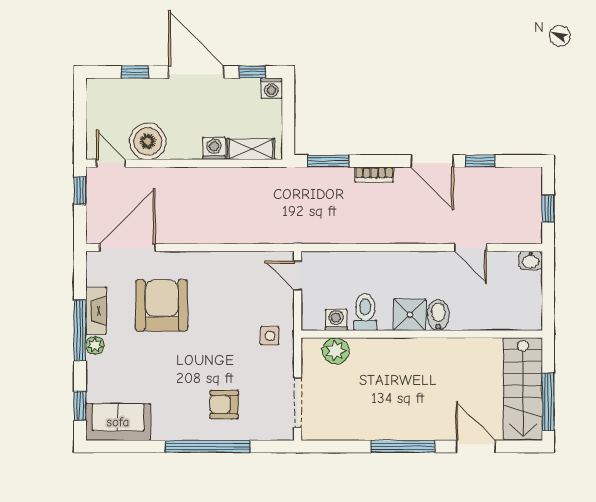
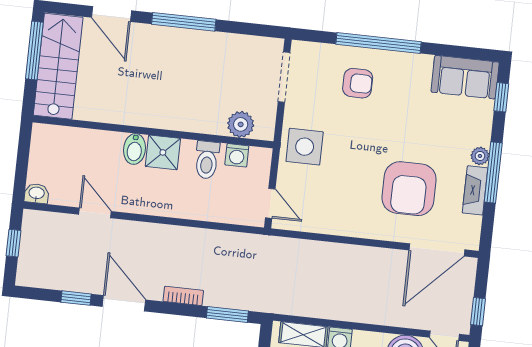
side table: (270, 336) -> (305, 147), width x1.87, depth x1.87

